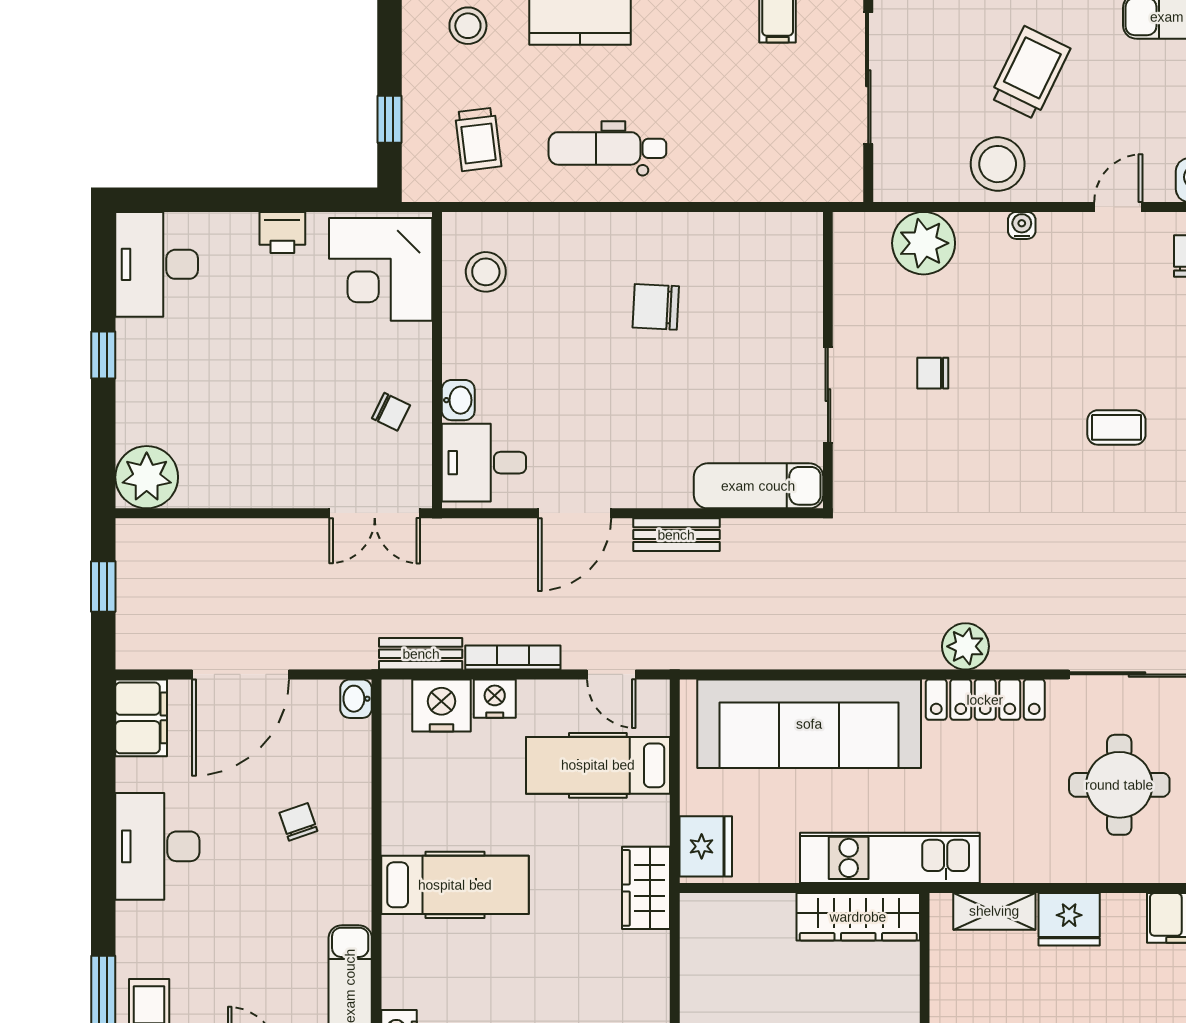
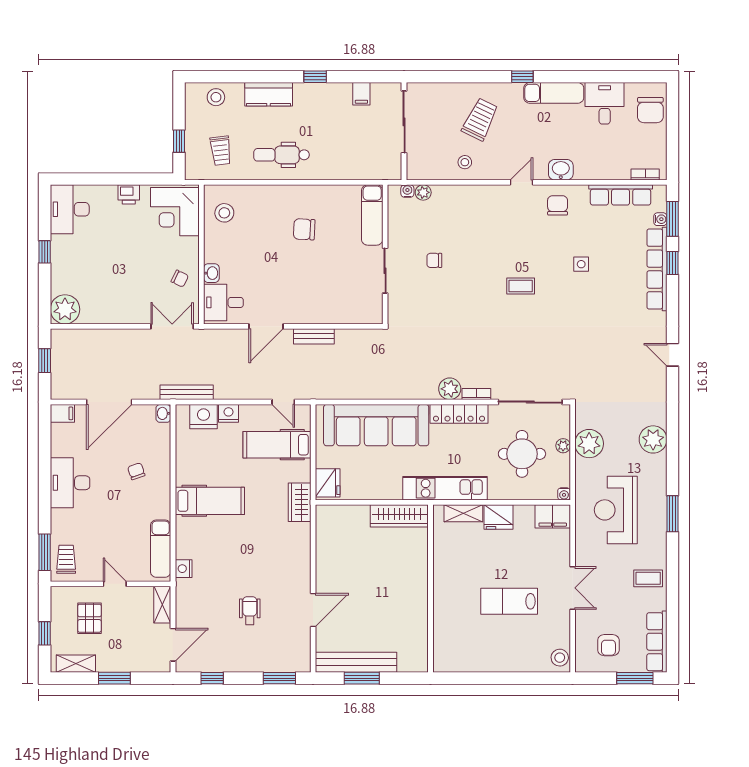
stool: (998, 164) -> (465, 162), width x0.53, depth x0.53
water cooler: (1022, 225) -> (407, 191), moved
plant: (924, 243) -> (423, 192), width x0.53, depth x0.53
exam couch: (758, 486) -> (372, 215), moved, turned -90
double door: (375, 513) -> (172, 326), swing flipped
bench: (421, 654) -> (187, 392), width x1.36
bookcase: (513, 658) -> (476, 394), moved, width x0.64
filing cabinet: (141, 718) -> (62, 413), width x0.50
kitchen unit: (890, 858) -> (445, 488), moved

